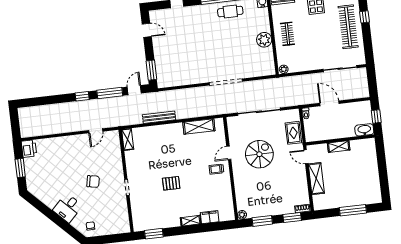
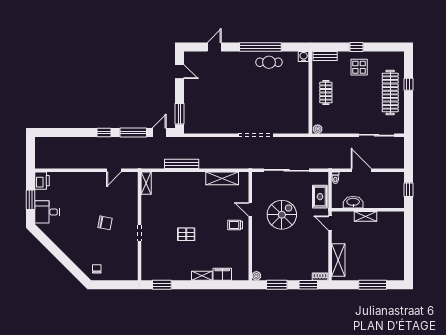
plant: (264, 40) -> (301, 96), removed
washbasin: (364, 130) -> (353, 202), moved
door: (229, 153) -> (250, 209), hinge flipped
shelving: (316, 179) -> (338, 260), moved
desk: (68, 208) -> (47, 212), moved, turned 45

